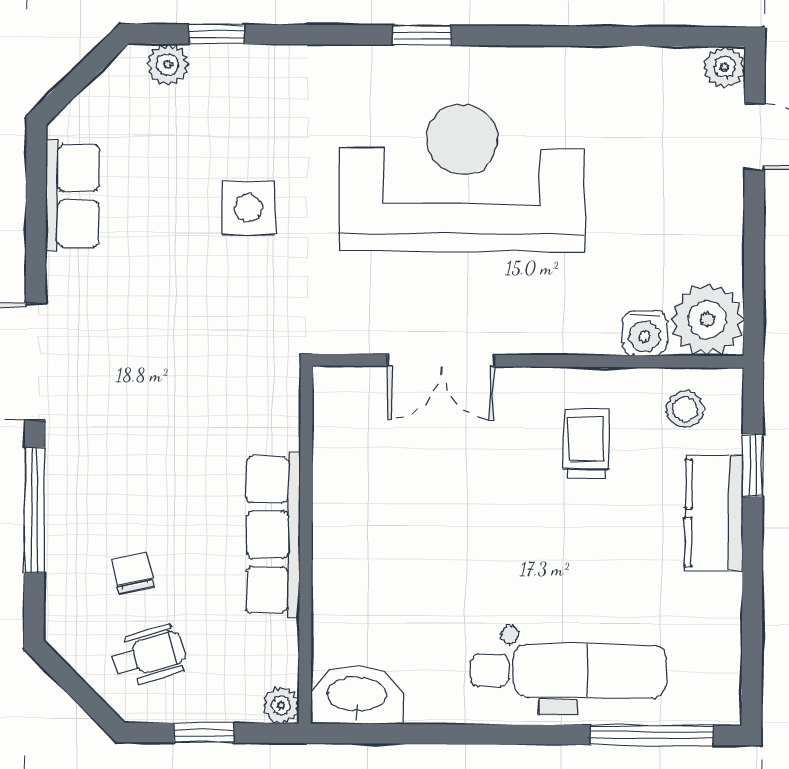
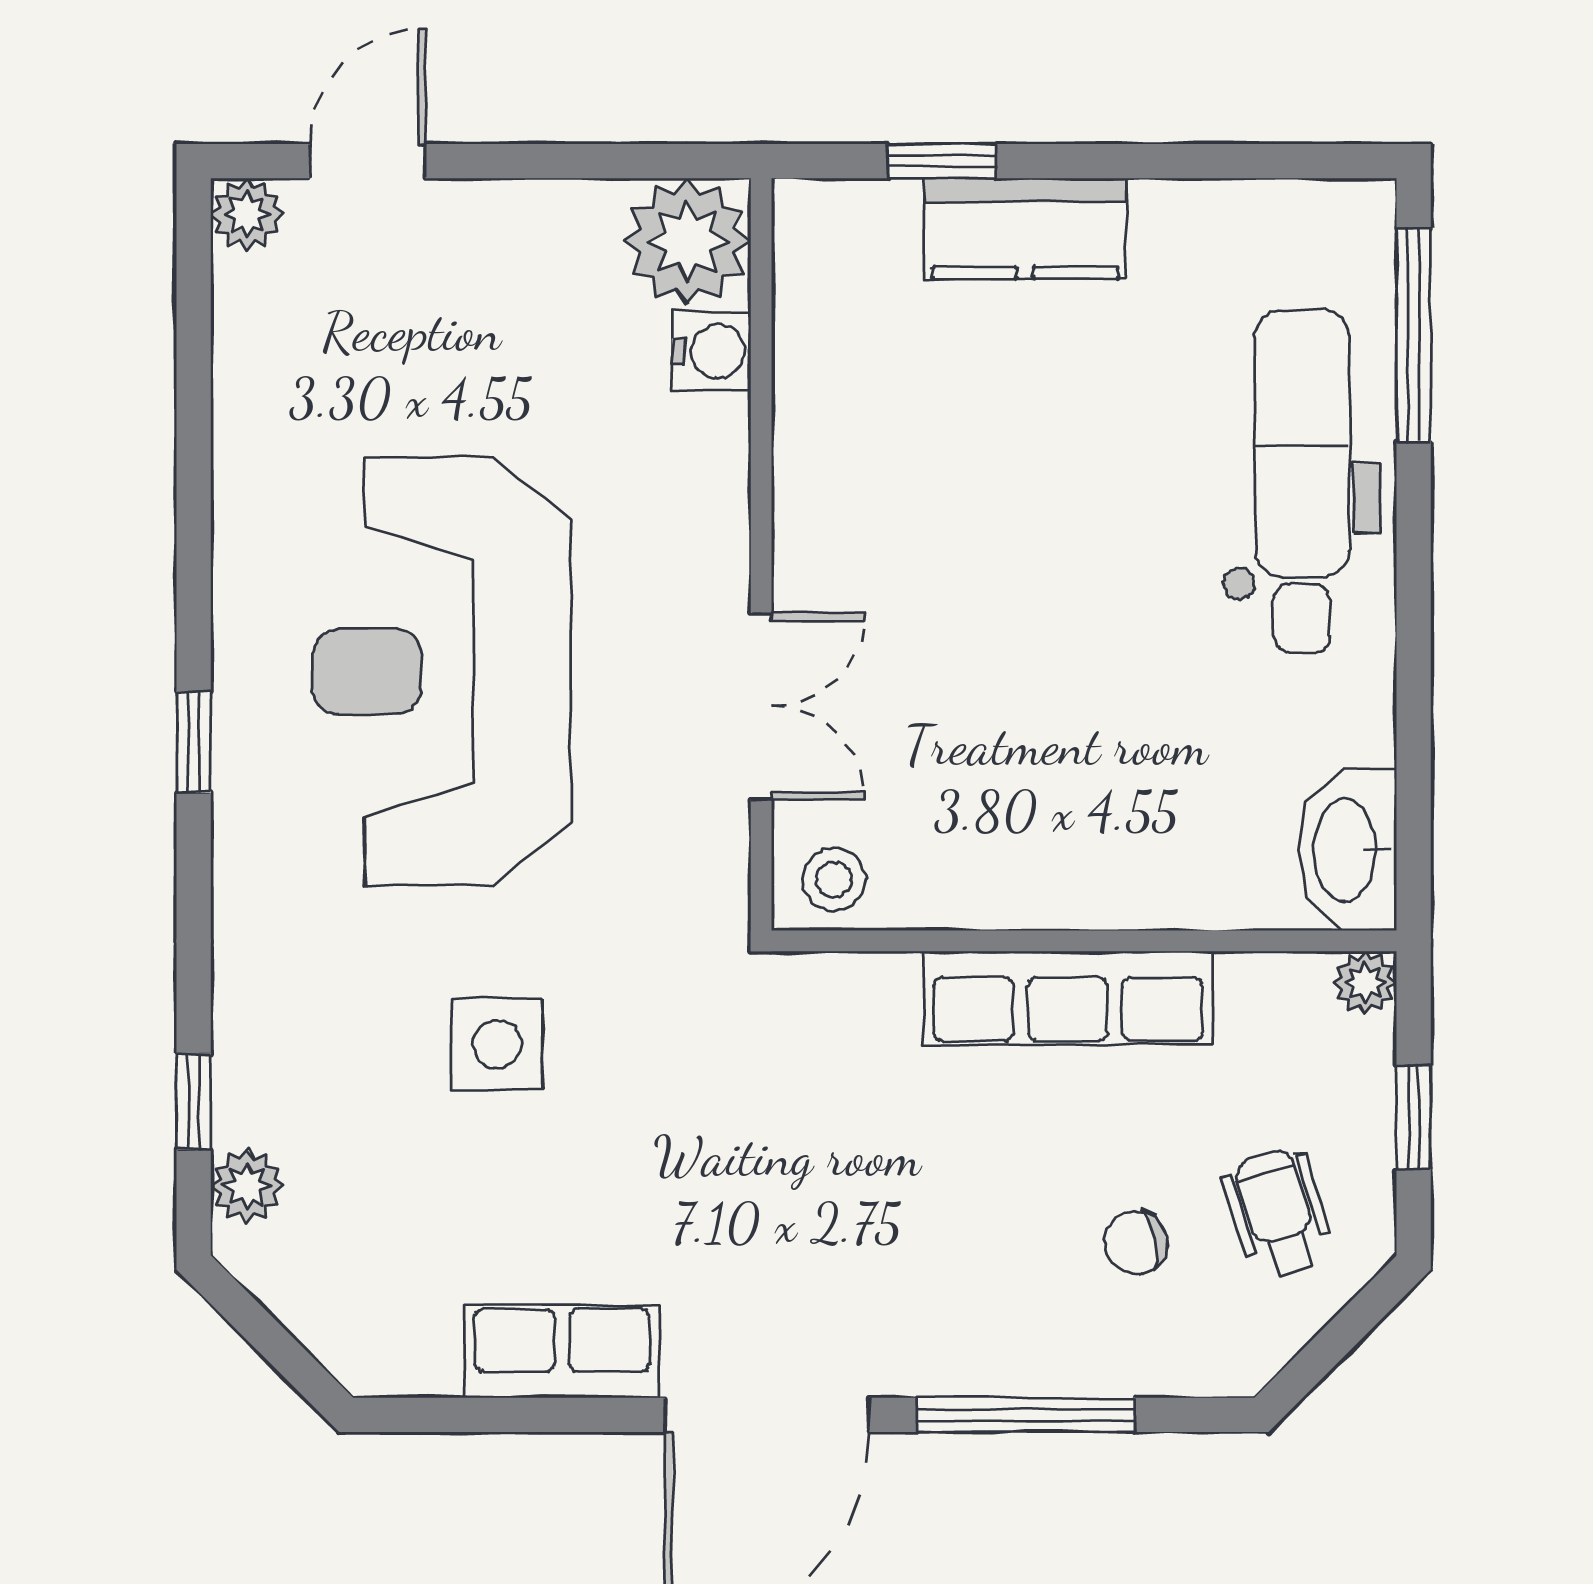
row of seats: (72, 196) -> (562, 1351), moved
stool: (685, 409) -> (834, 879), moved
trolley: (586, 444) -> (906, 452), removed

